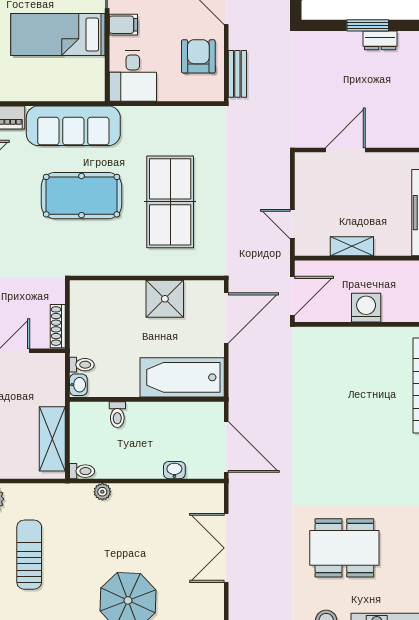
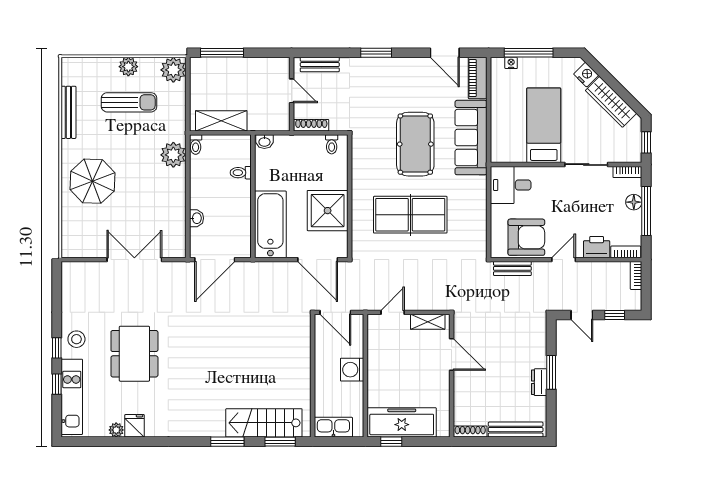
filing cabinet: (123, 25) -> (552, 177), removed
armchair: (198, 56) -> (526, 237), width x1.36, depth x1.36
shelving: (352, 246) -> (428, 322), moved, turned 90
shower: (165, 299) -> (328, 211), width x1.37, depth x1.37
washing machine: (366, 308) -> (352, 370), moved, turned 180
toilet: (82, 365) -> (332, 144), moved
plant: (102, 492) -> (173, 155), width x1.88, depth x1.88

